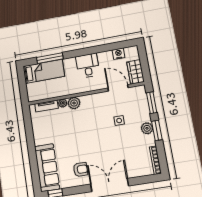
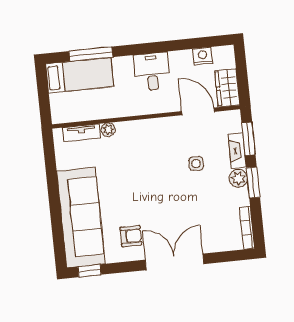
plant: (74, 103) -> (126, 131), removed
fireplace: (145, 111) -> (237, 151), added
sofa: (47, 168) -> (81, 217), width x1.36, depth x1.27

